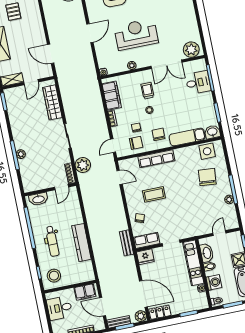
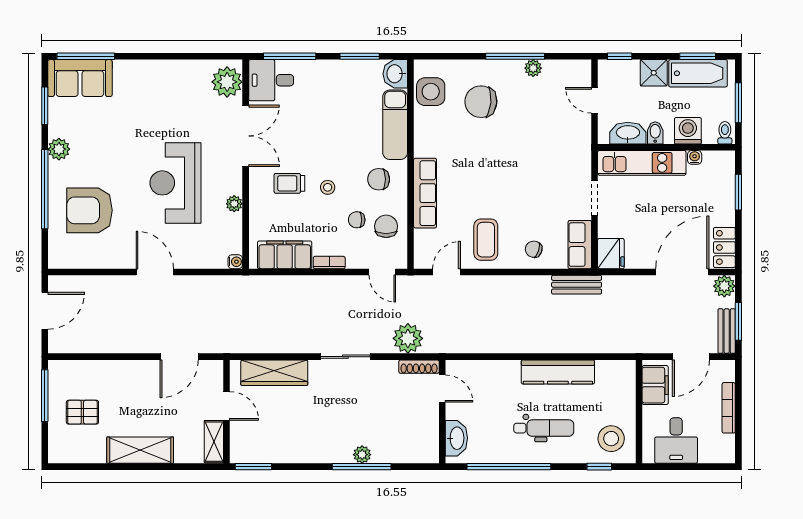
desk: (198, 83) -> (271, 80), moved, turned -90
coffee table: (154, 194) -> (486, 240), moved

